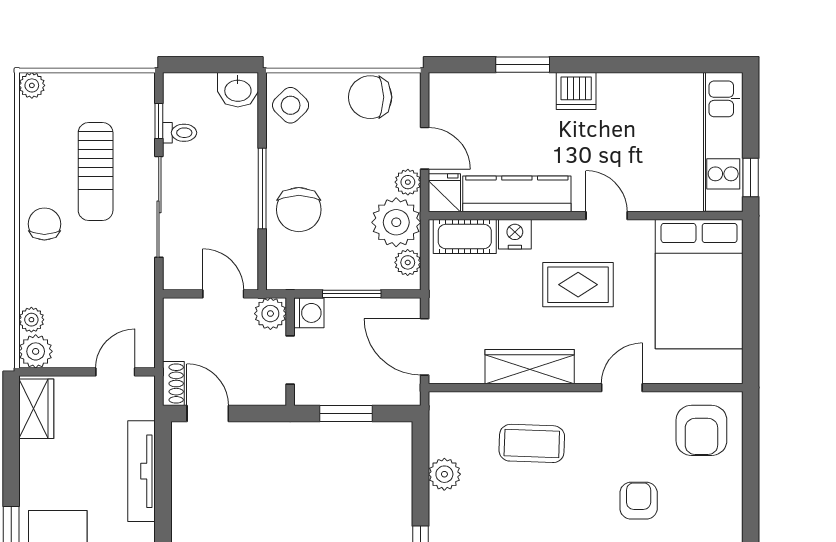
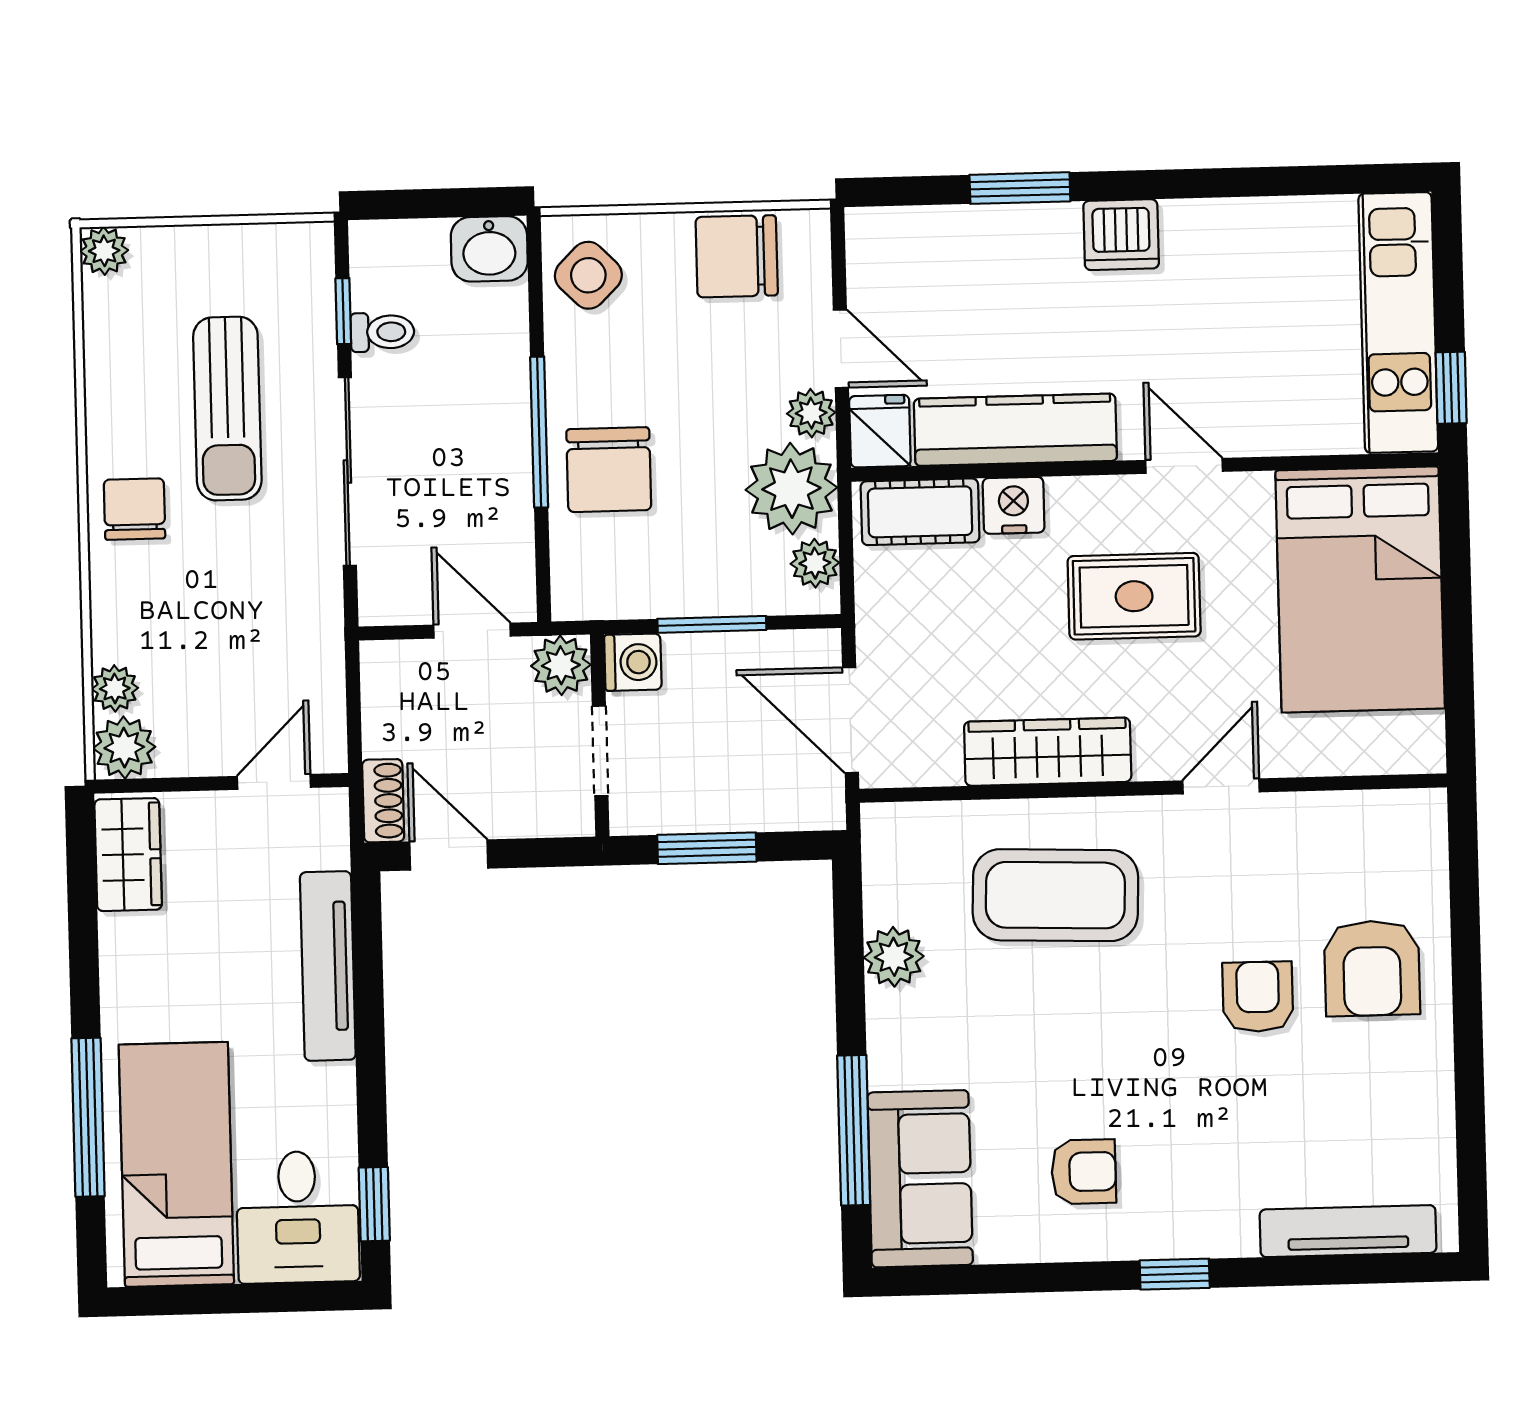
armchair: (701, 430) -> (1372, 968), moved
coffee table: (532, 443) -> (1055, 895), width x1.36, depth x1.32

